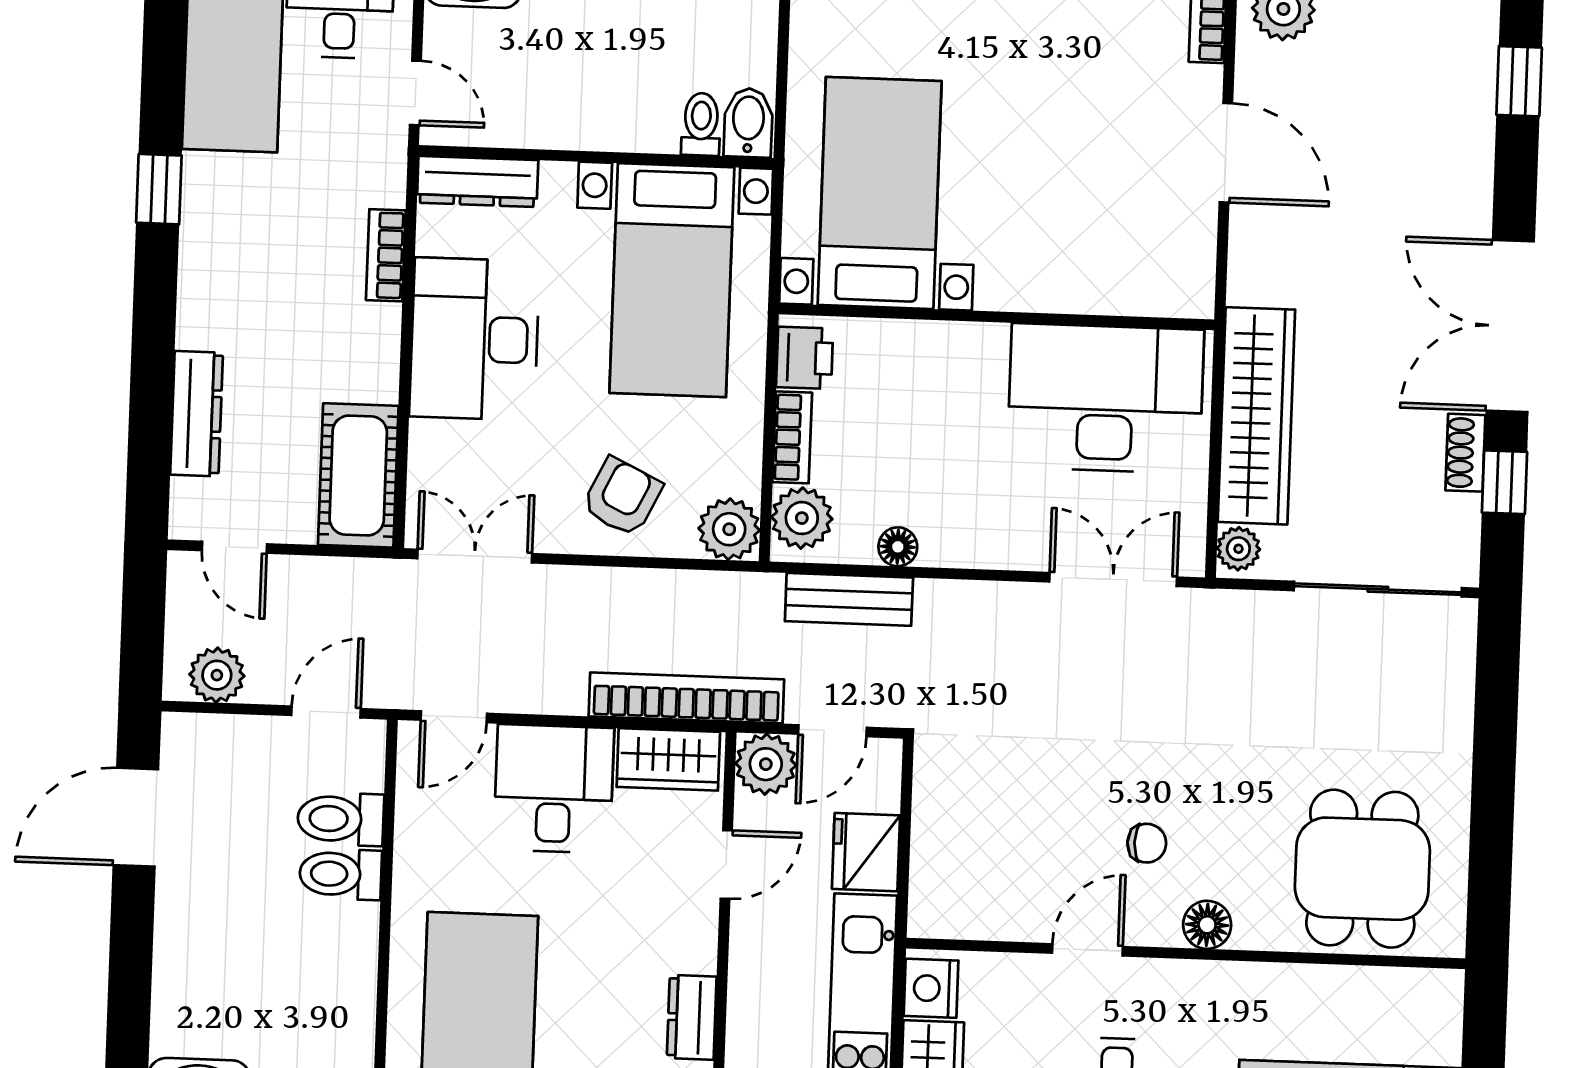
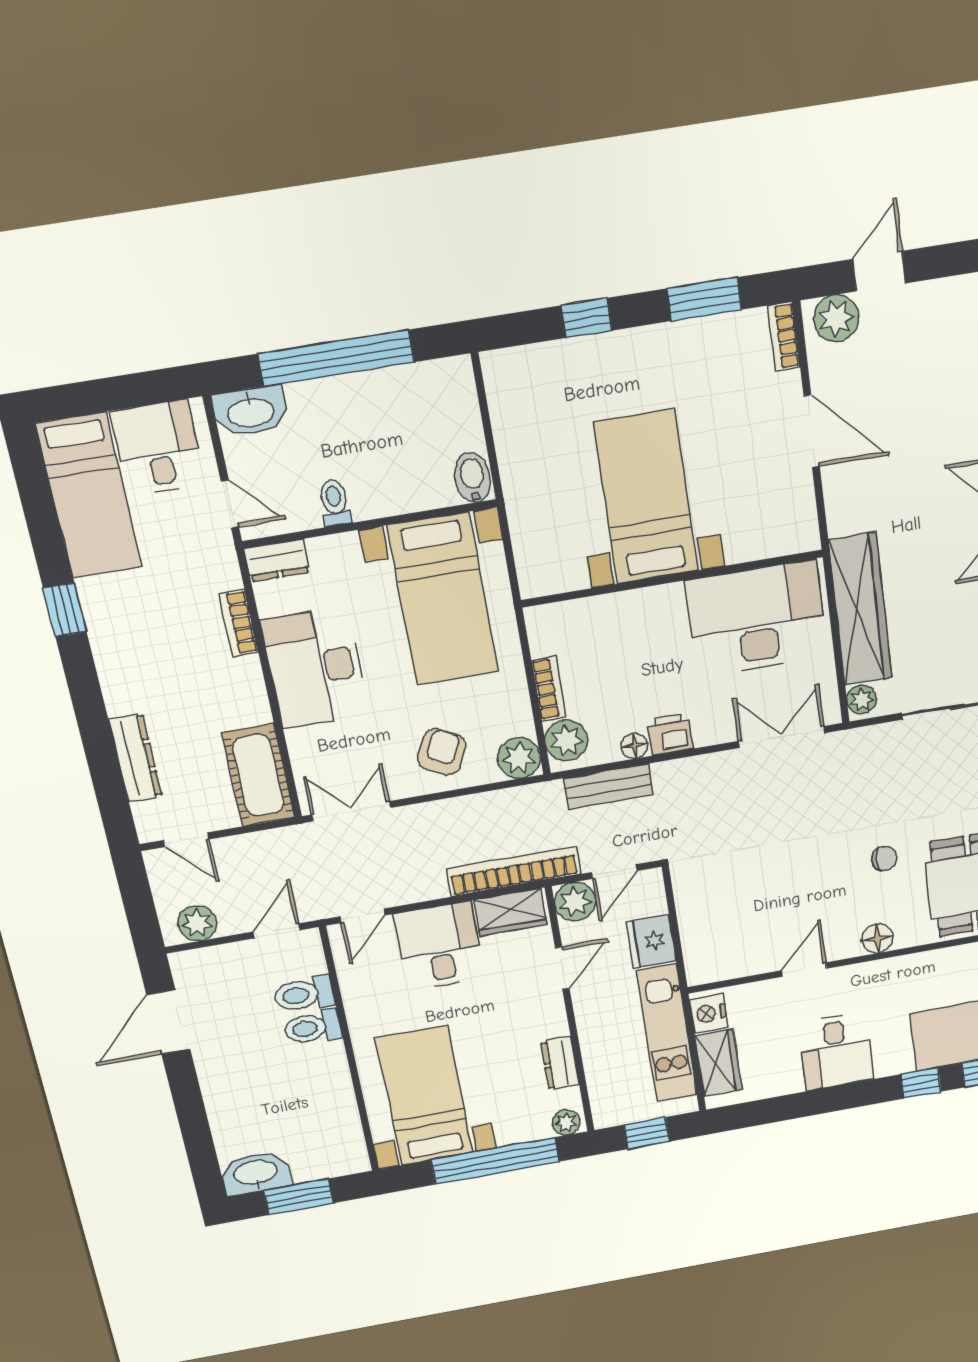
toilet: (701, 124) -> (335, 503), moved
dresser: (478, 181) -> (277, 560), width x0.70
bed with nightstands: (880, 193) -> (646, 497), moved
printer: (805, 358) -> (670, 734), moved, turned -90
chair: (1147, 843) -> (884, 859), moved

